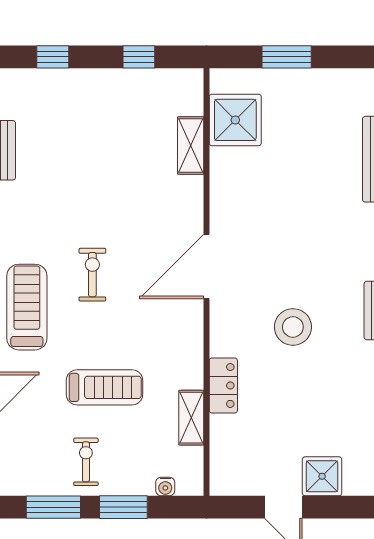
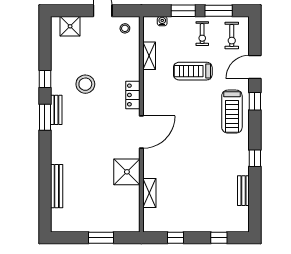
shower: (235, 120) -> (127, 172), moved
exercise bike: (92, 275) -> (232, 35), moved
stool: (293, 327) -> (85, 84), moved
locker: (223, 385) -> (133, 95), moved
stool: (239, 472) -> (125, 28), added
shower: (322, 476) -> (70, 26), moved

